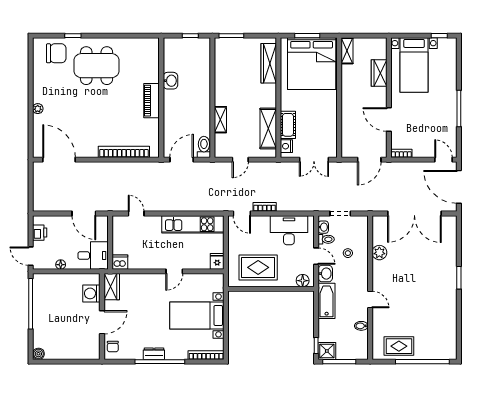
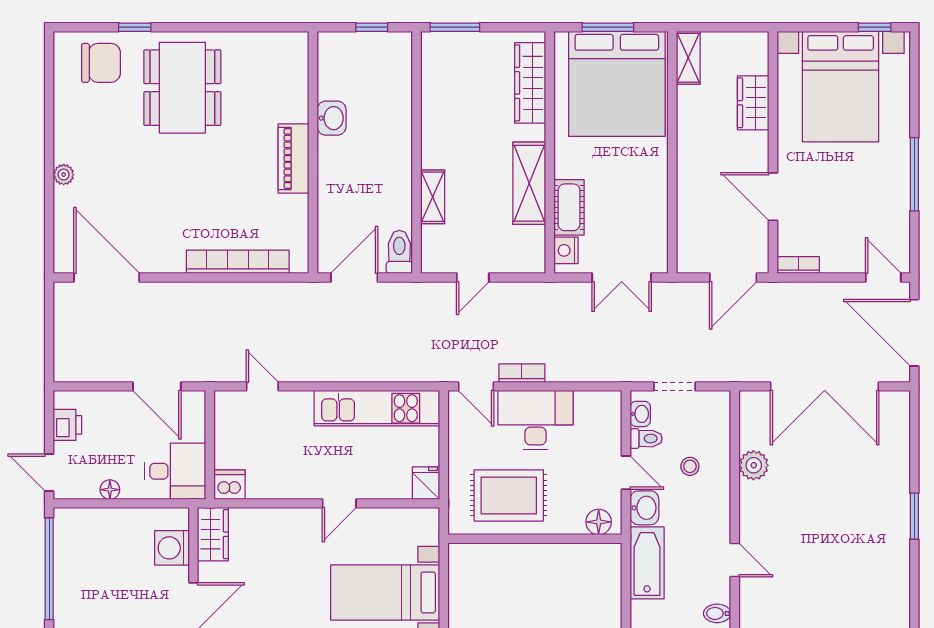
bed with nightstands: (414, 65) -> (841, 87), width x1.36
dining table: (97, 66) -> (182, 88), turned 90
shelving: (268, 128) -> (529, 183), moved
desk: (289, 230) -> (535, 420), moved

